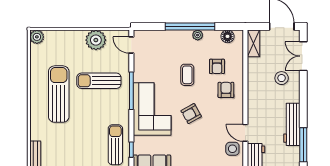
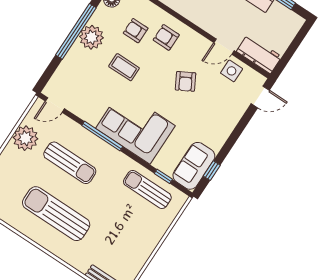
plant: (198, 35) -> (91, 37), width x1.88, depth x1.88
armchair: (217, 66) -> (136, 31), turned 180
sun lounger: (99, 81) -> (70, 163), turned -90
armchair: (191, 114) -> (186, 81), moved

